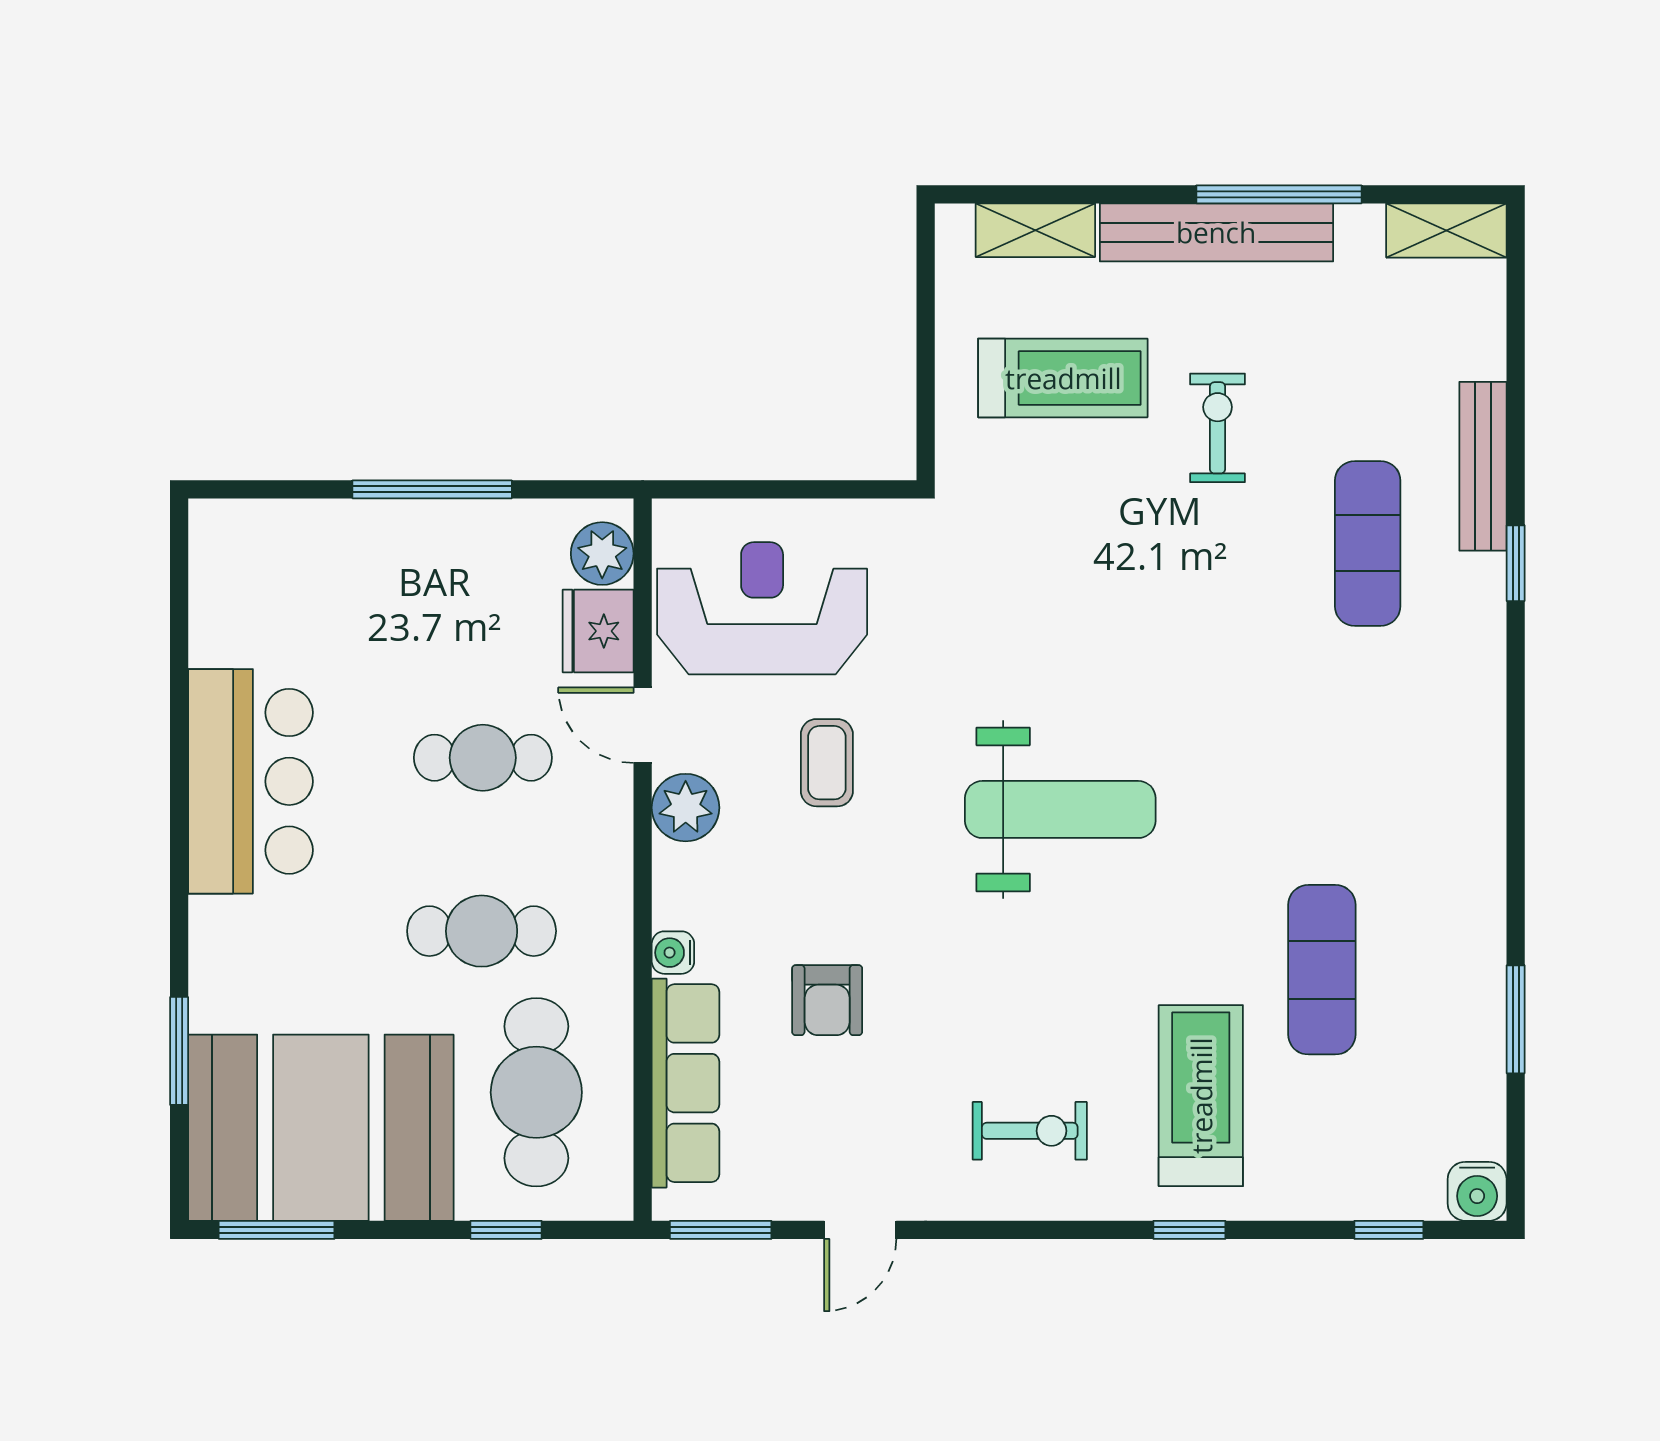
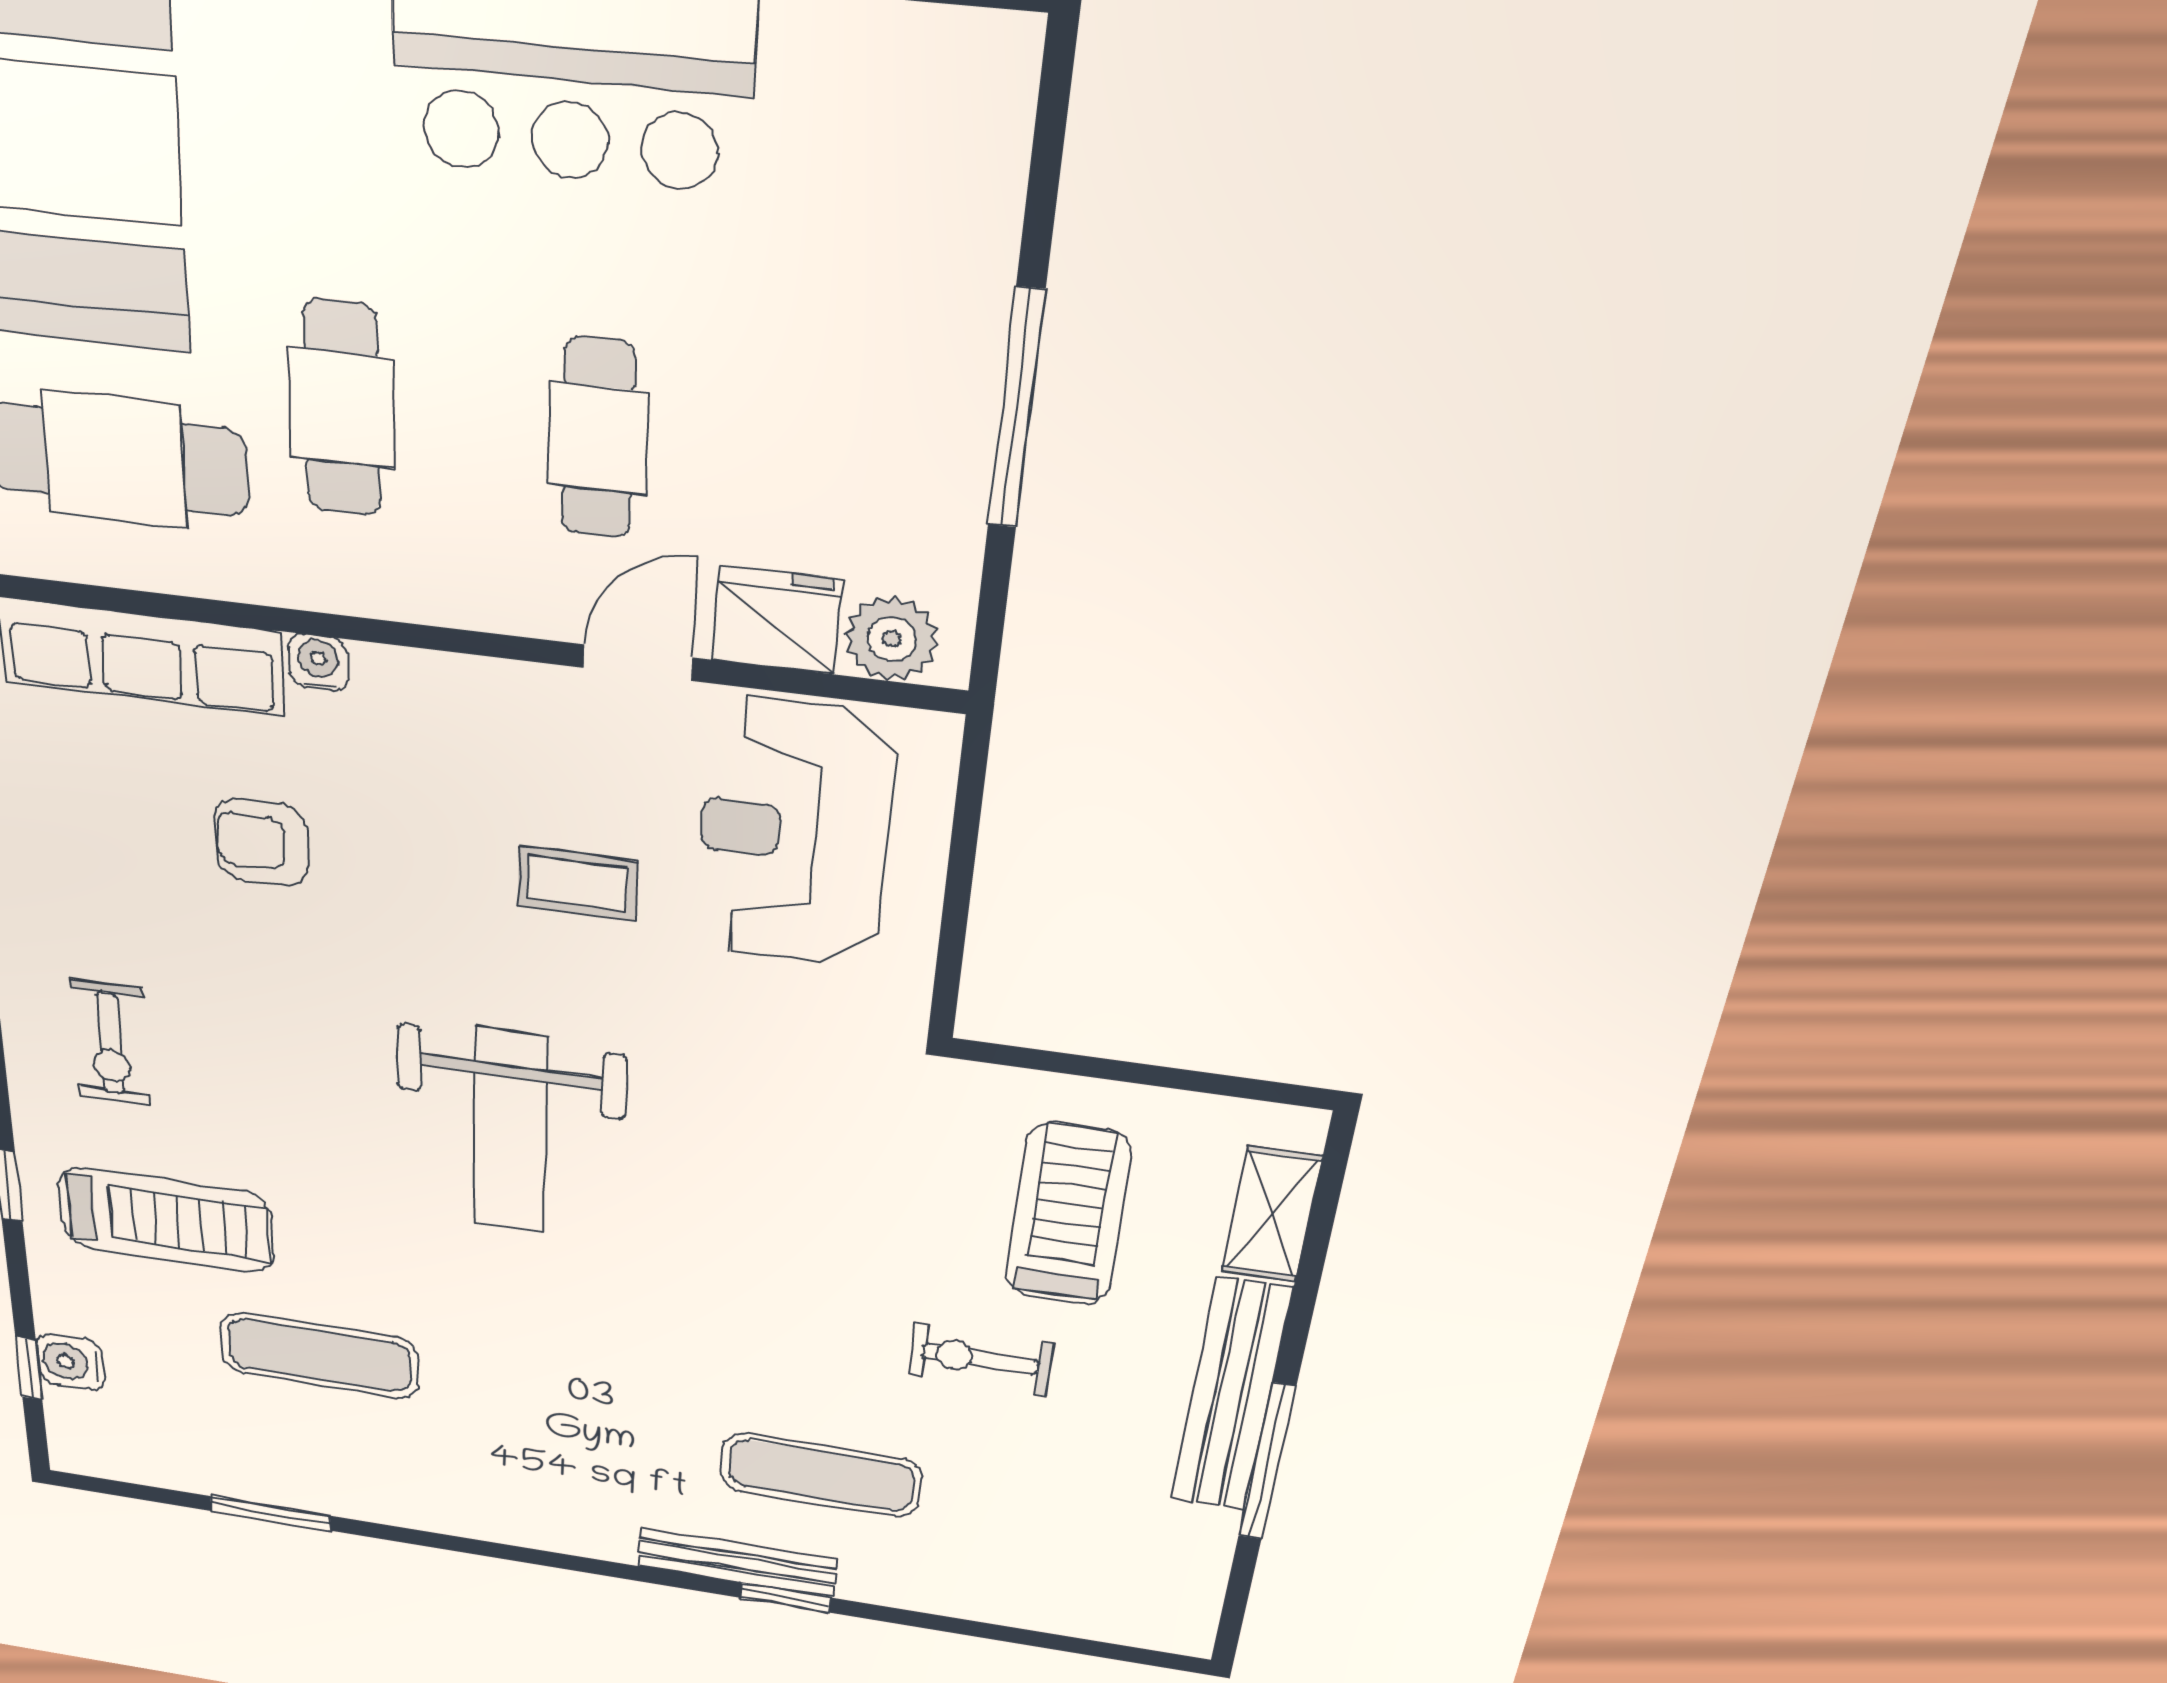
shelving: (1446, 230) -> (1189, 1604), removed
treadmill: (1063, 378) -> (1068, 1215), turned 180
exercise bike: (1218, 428) -> (980, 1359), turned 180
bench: (1483, 466) -> (737, 1562), moved
reception desk: (762, 608) -> (794, 834), turned 180
plant: (686, 808) -> (519, 703), removed
water cooler: (1477, 1191) -> (70, 1362), moved

